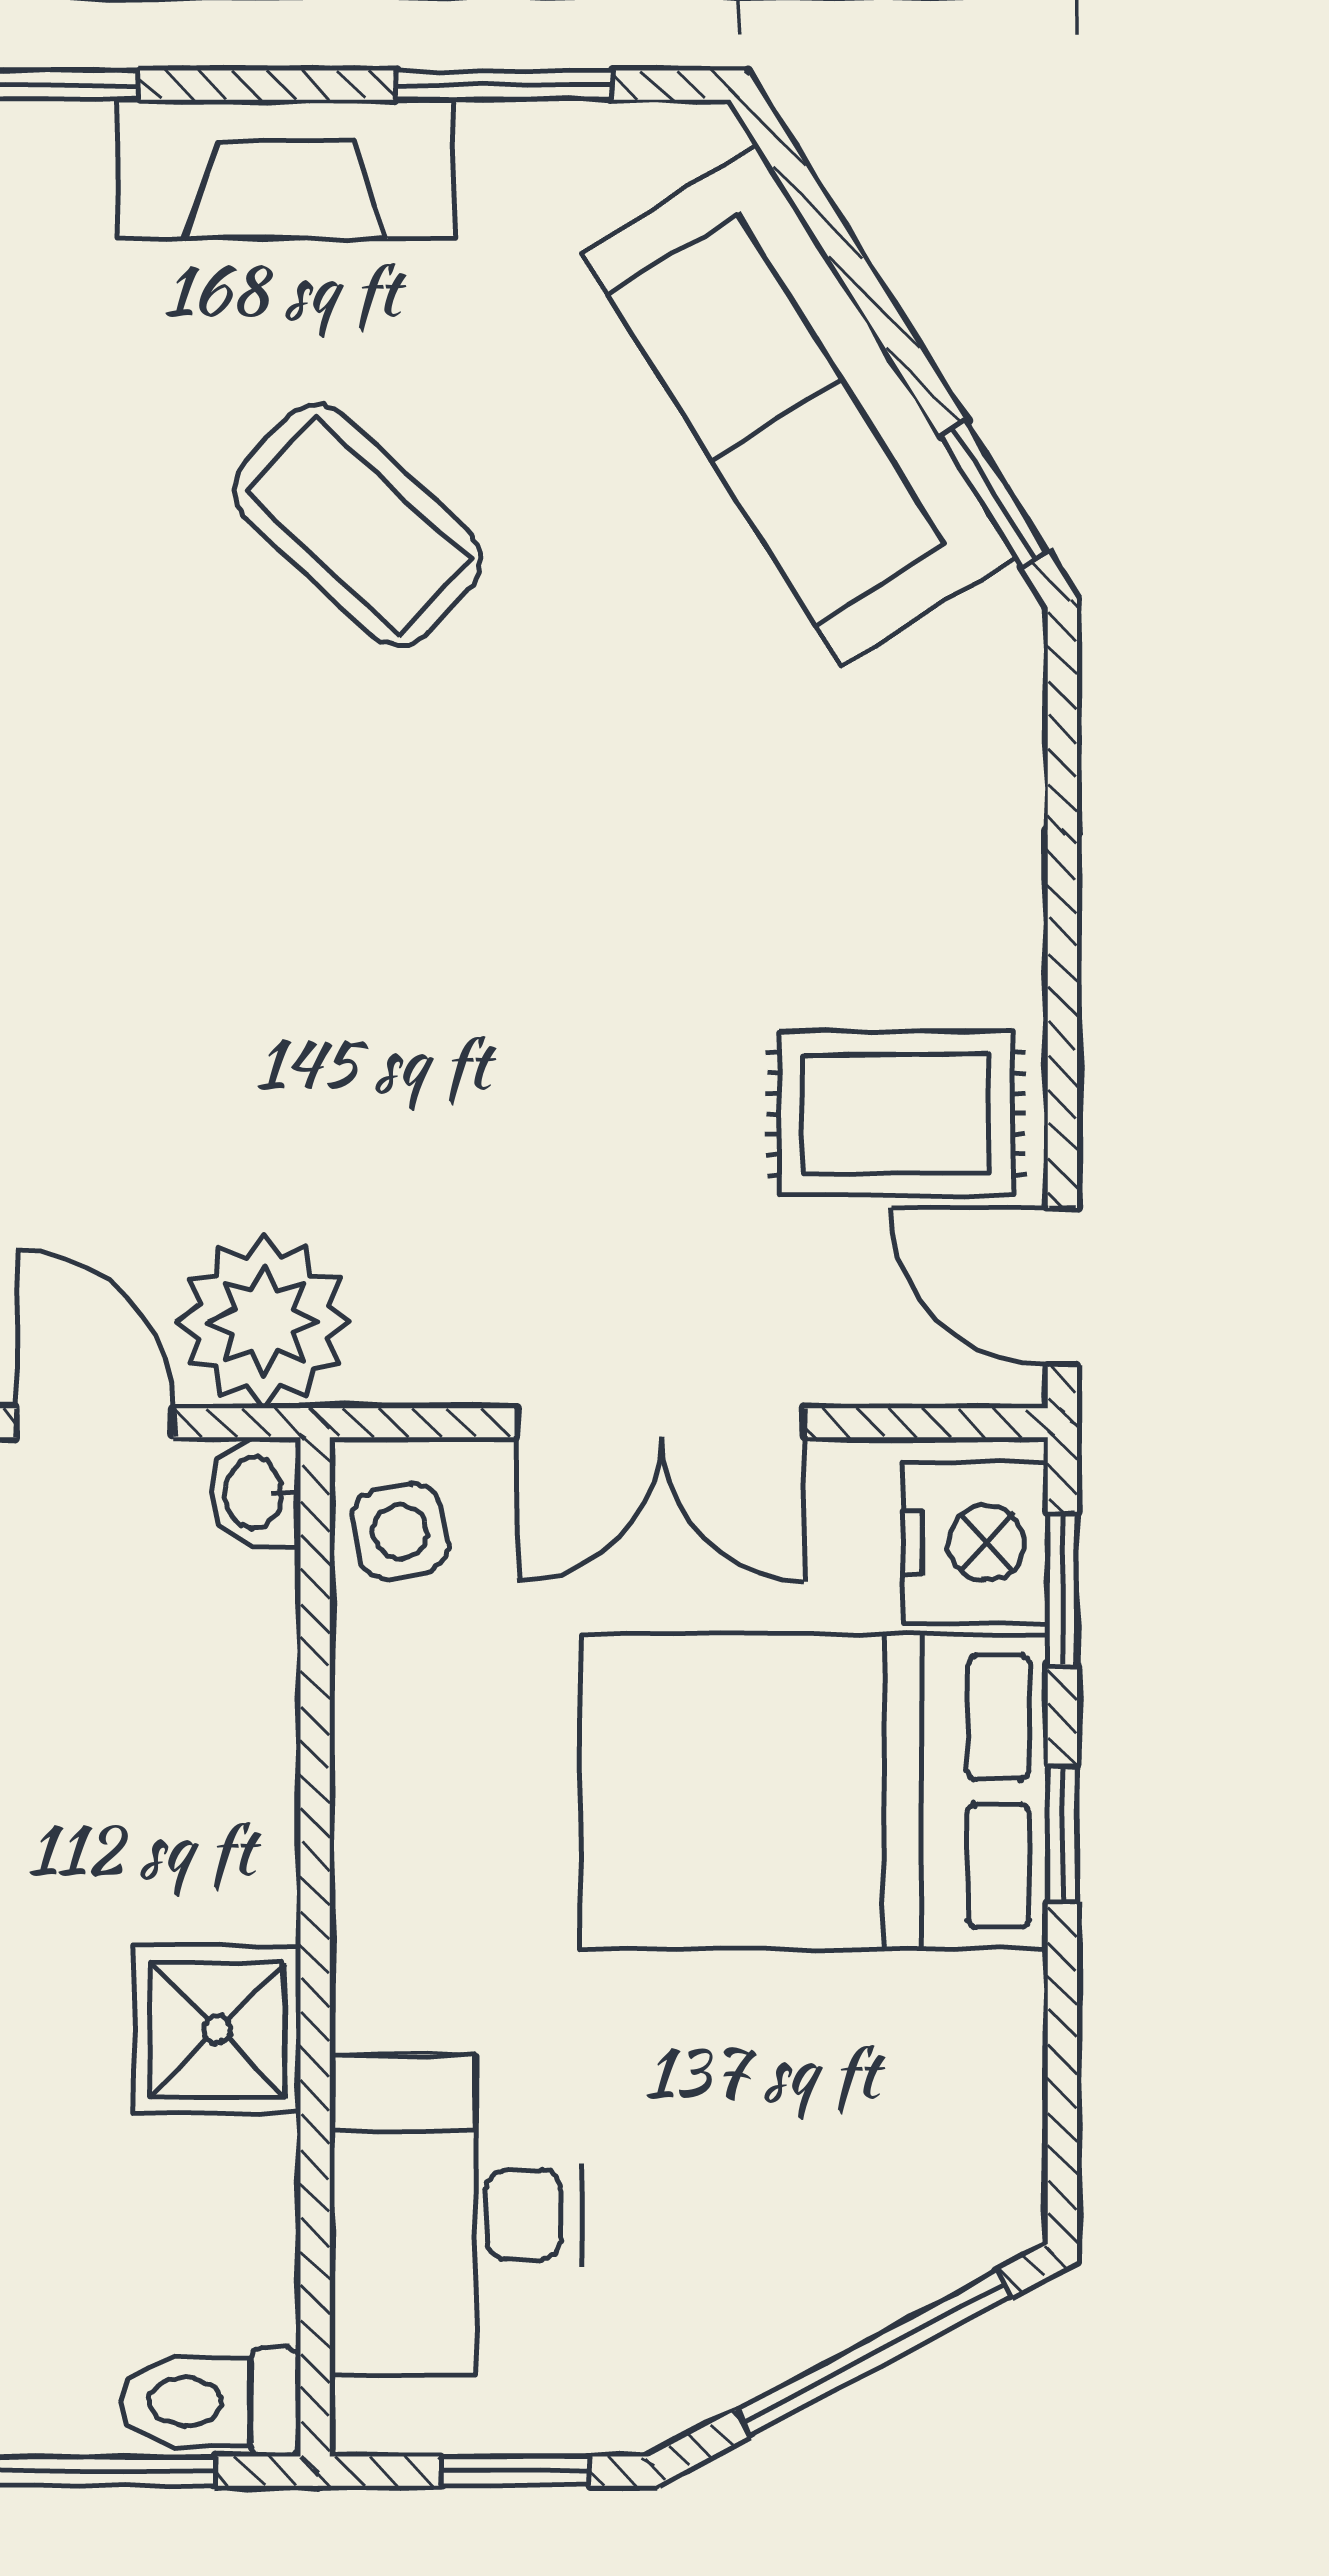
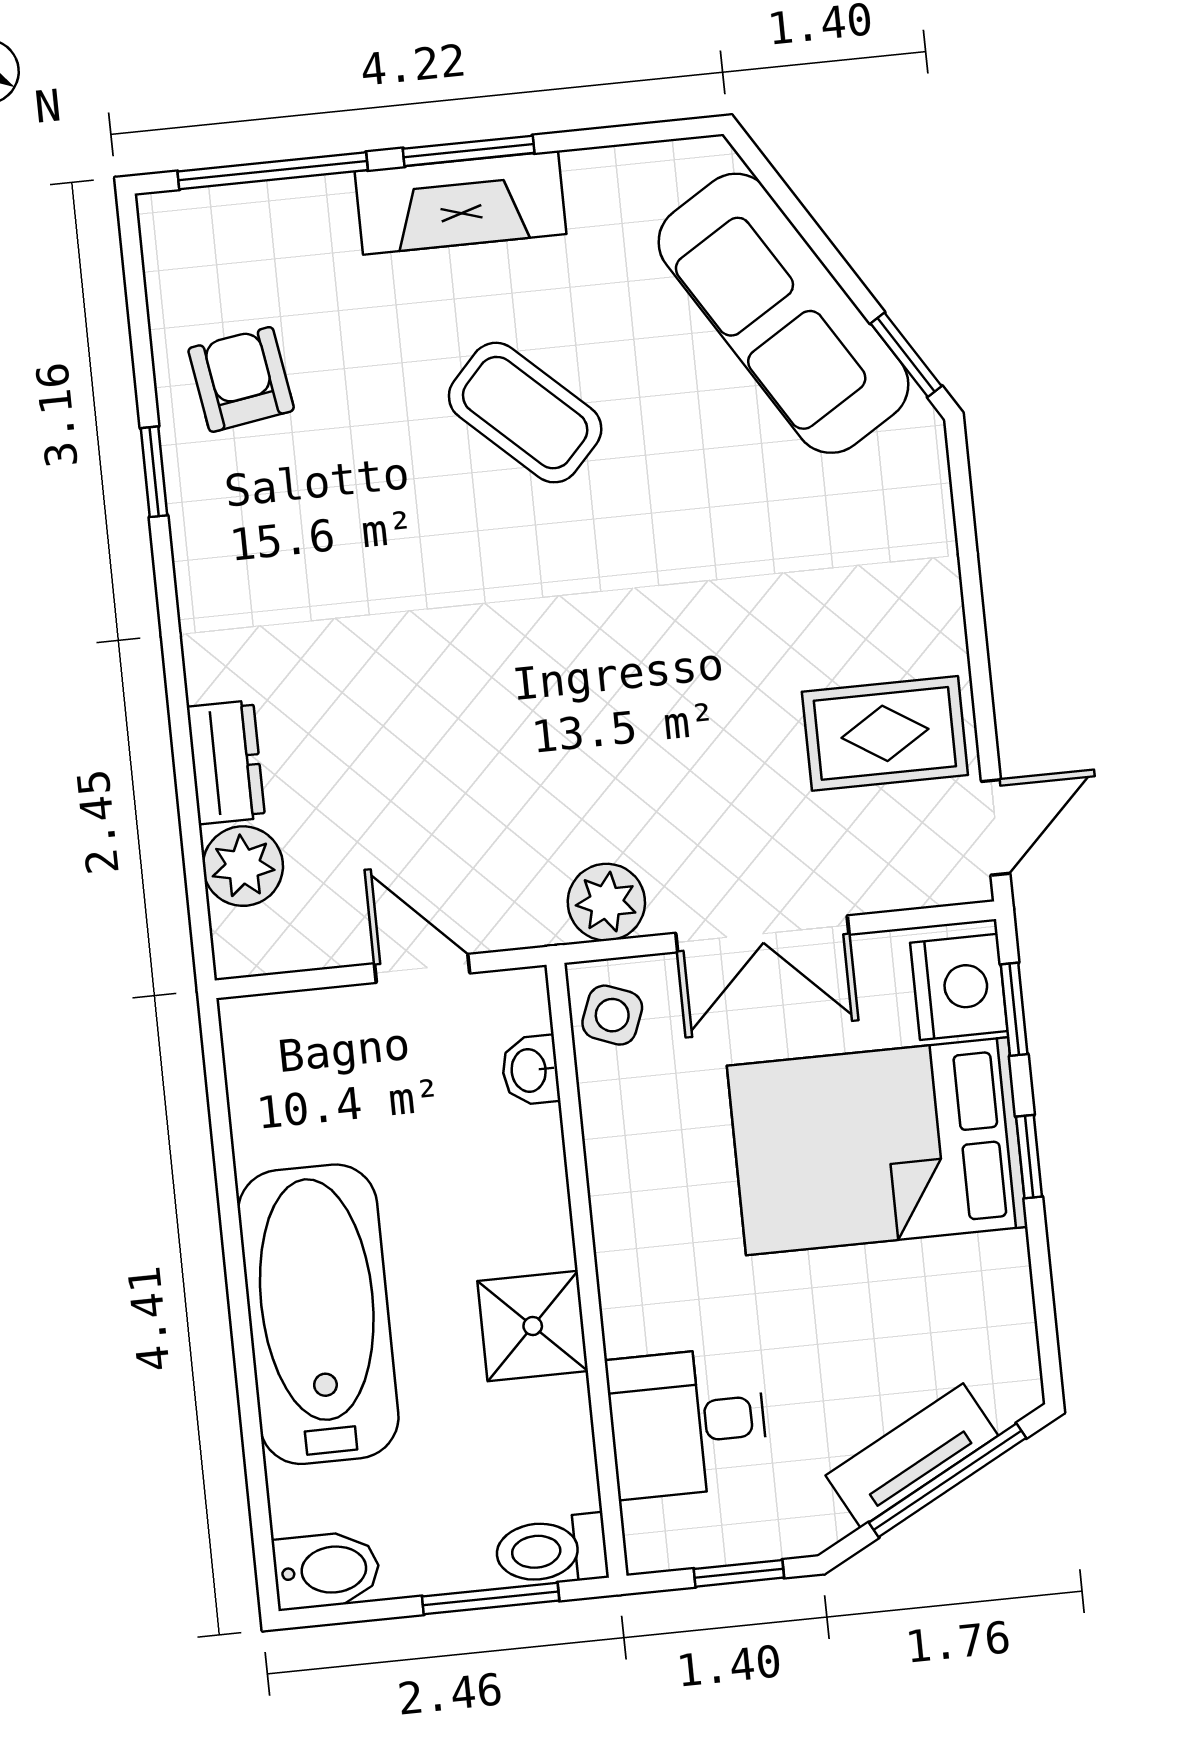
window: (504, 85) -> (469, 151), moved
door: (1062, 1287) -> (996, 827), swing flipped
plant: (264, 1321) -> (606, 902), moved, width x0.73, depth x0.73
washbasin: (256, 1493) -> (530, 1070), moved
side table: (400, 1531) -> (612, 1015), turned 32
desk: (456, 2215) -> (687, 1423), width x0.73
tv unit: (819, 2306) -> (912, 1456), added

